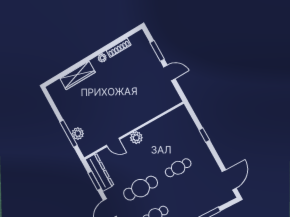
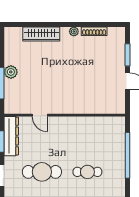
plant: (78, 134) -> (11, 72), moved
window: (204, 135) -> (128, 155), width x3.17
plant: (136, 138) -> (64, 123), removed

